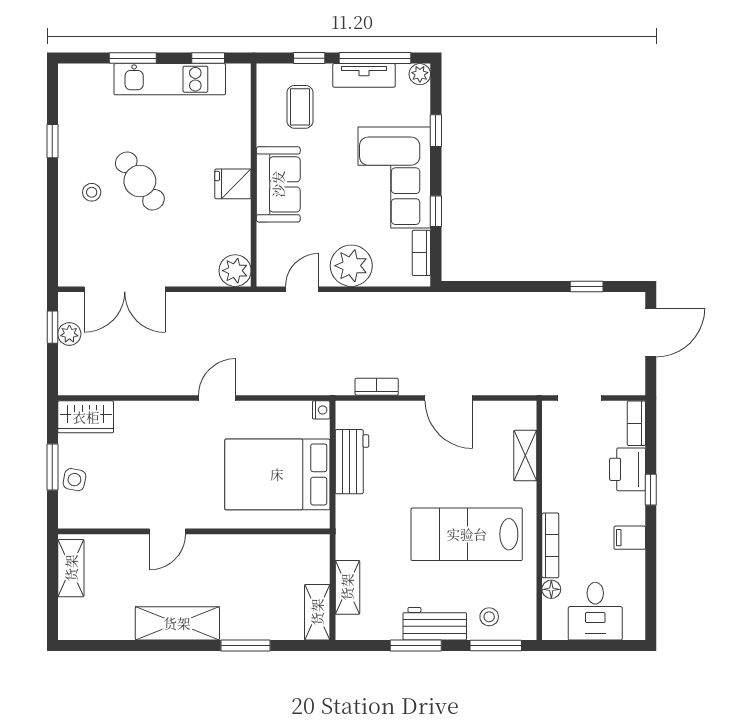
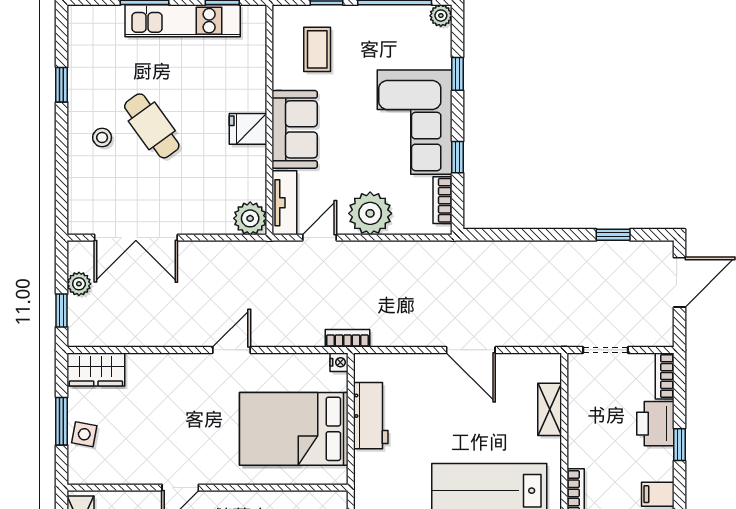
tv unit: (364, 75) -> (284, 203), moved, turned -90
window: (52, 327) -> (62, 310), moved
bookcase: (377, 387) -> (348, 338), moved

